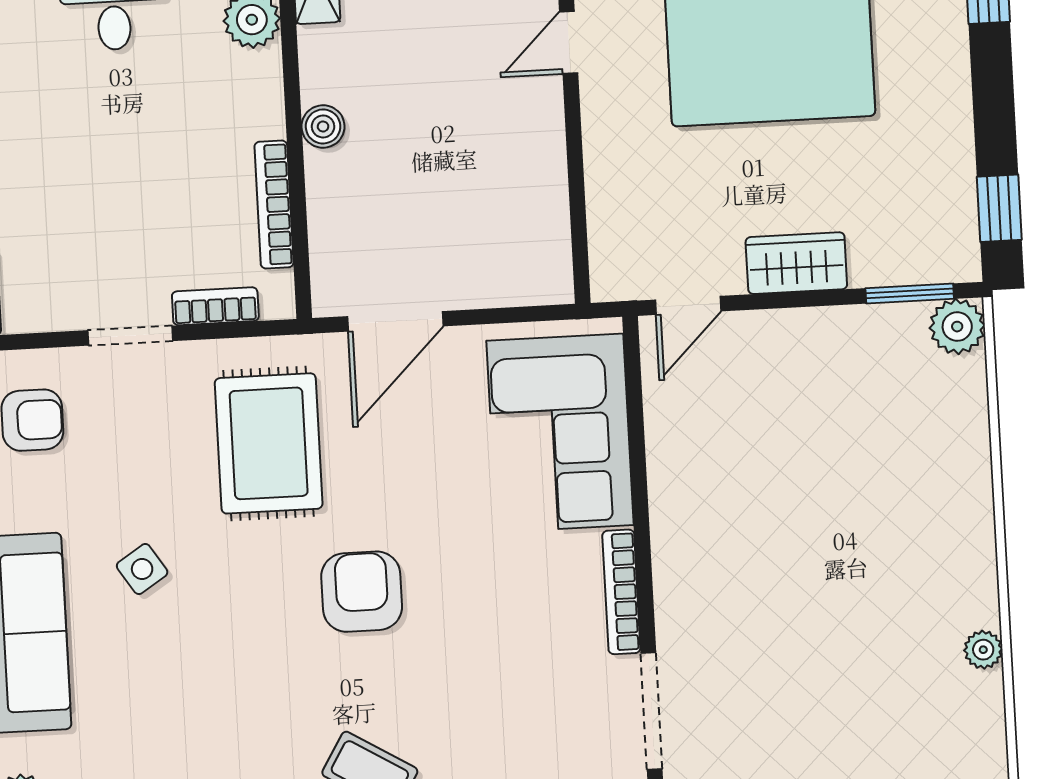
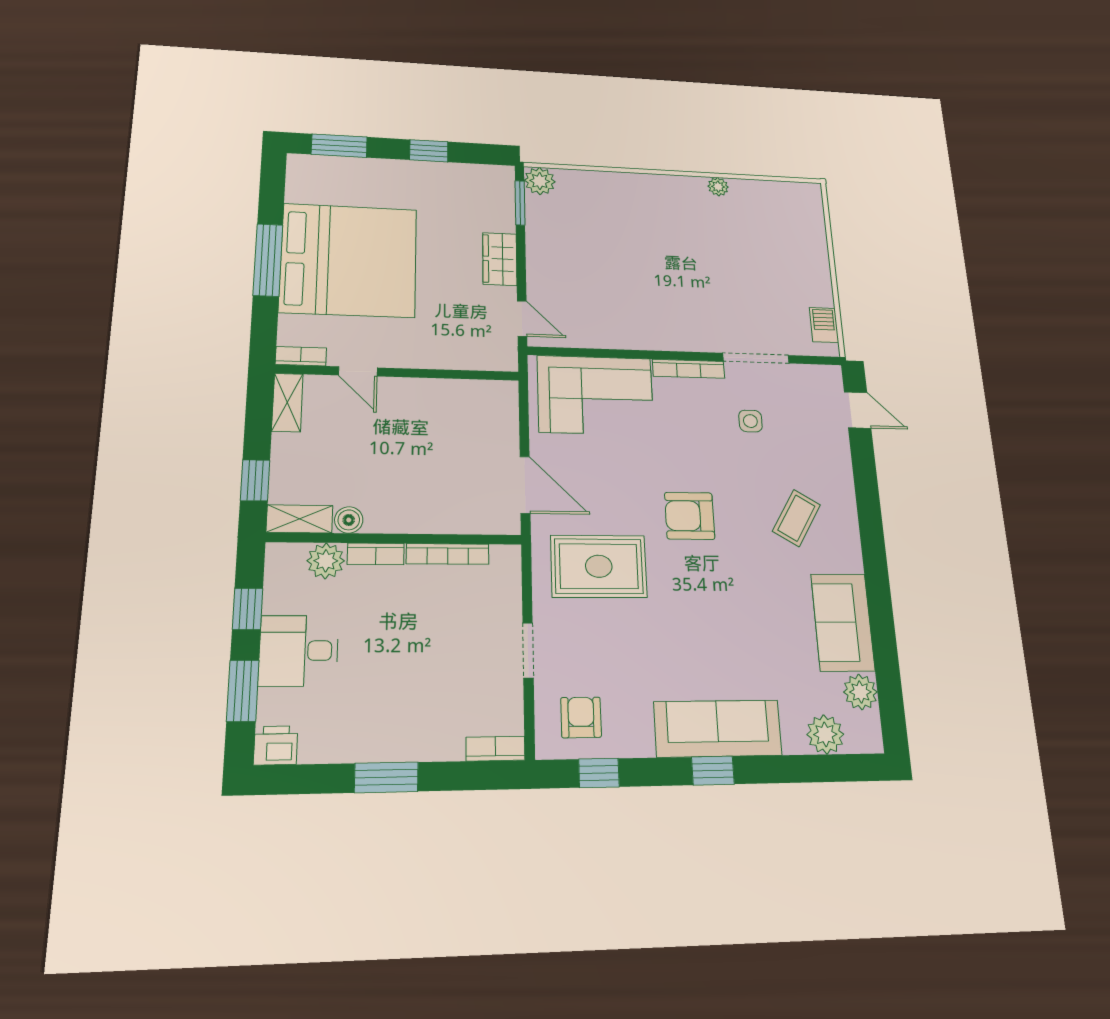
boiler: (323, 126) -> (349, 520), moved
window: (999, 208) -> (429, 151), moved
bookcase: (215, 306) -> (376, 554), moved, turned -90
side table: (142, 569) -> (750, 421), moved, turned 33

